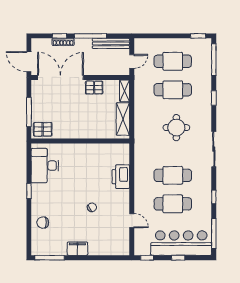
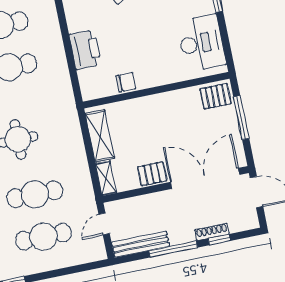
double door: (60, 77) -> (205, 178), swing flipped
chair: (99, 150) -> (126, 82), added

